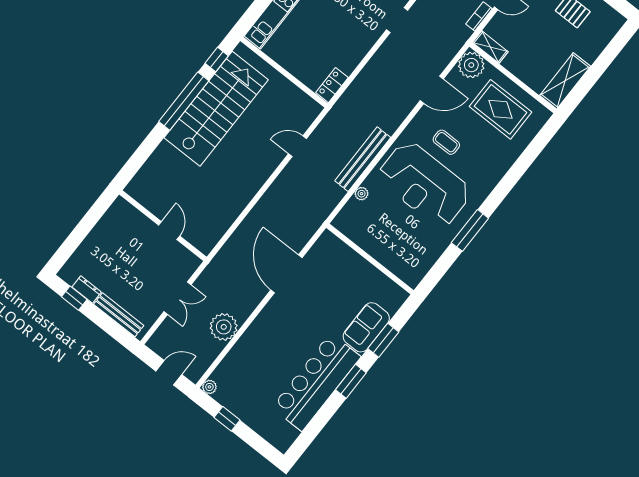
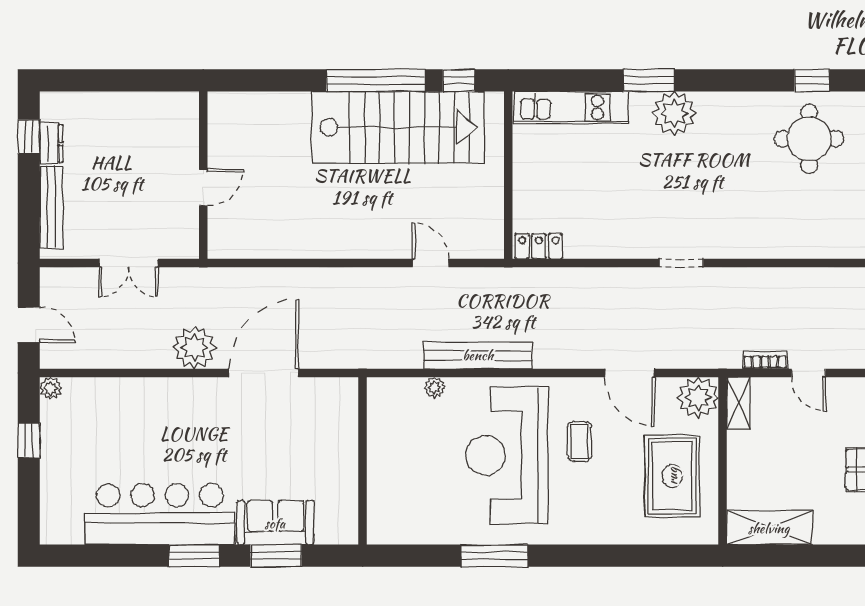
plant: (224, 327) -> (194, 347), moved

